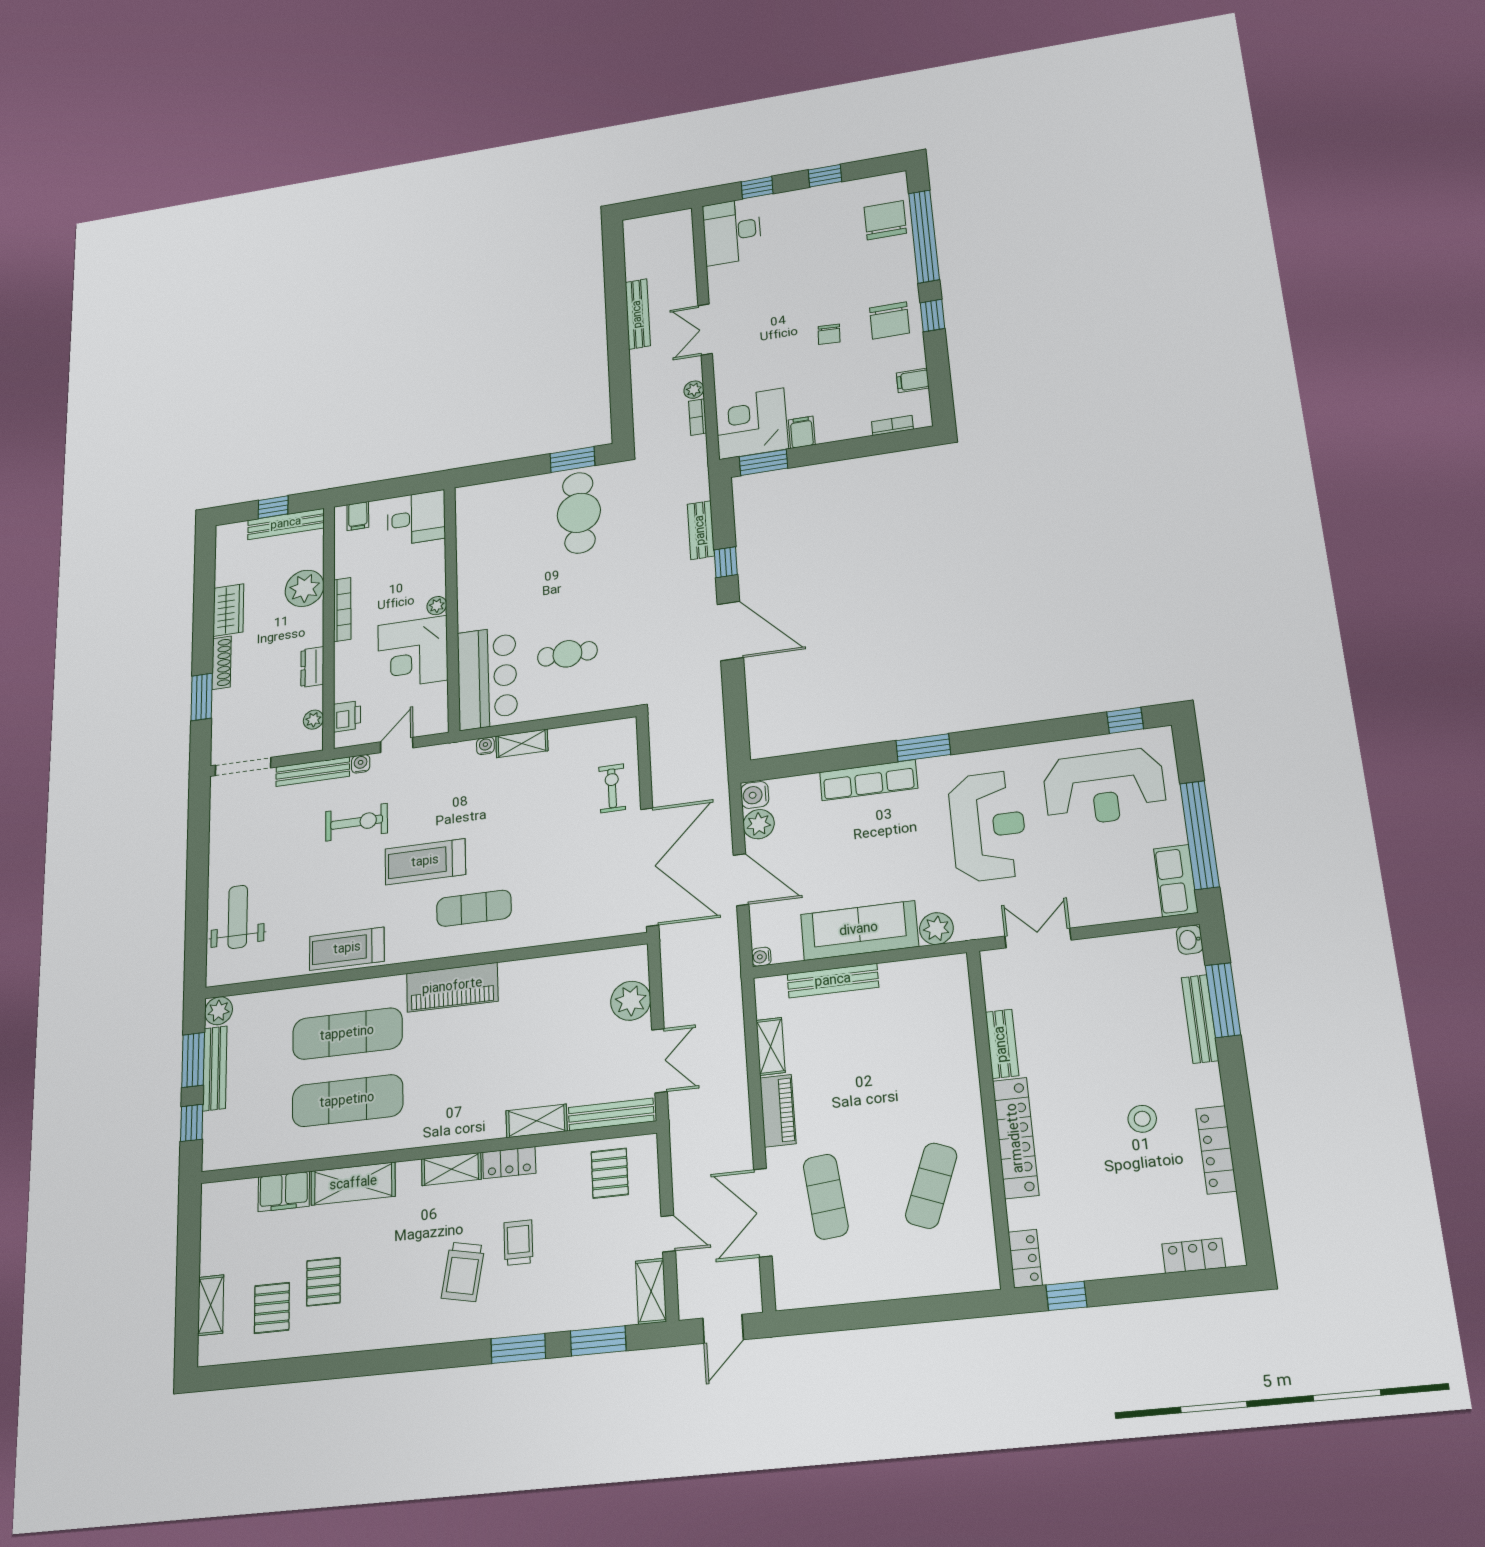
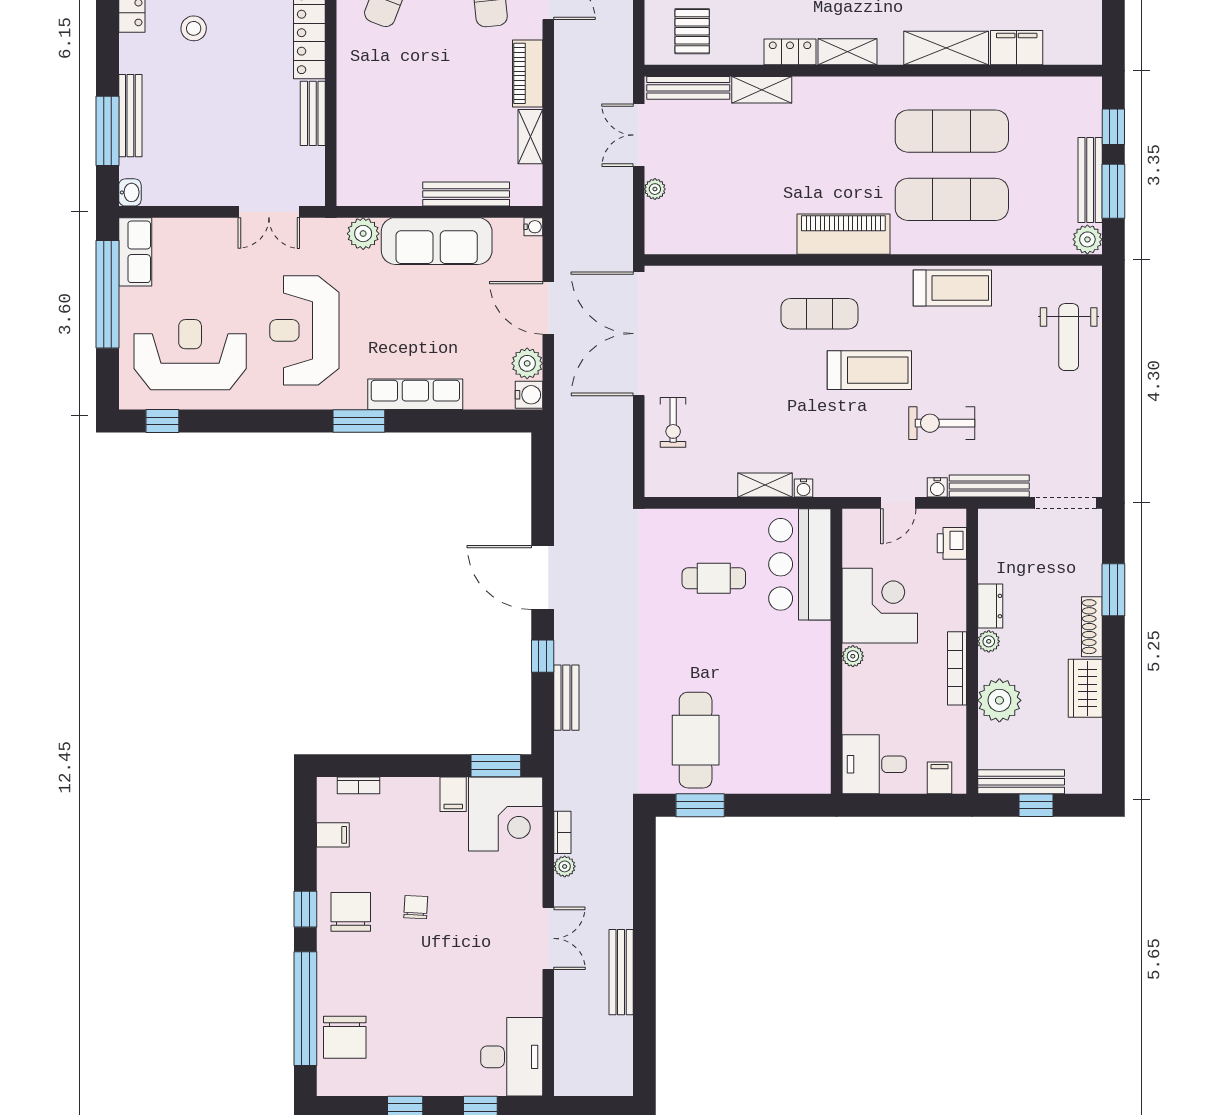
plant: (313, 720) -> (989, 641), moved
plant: (631, 1001) -> (655, 189), width x0.53, depth x0.53

